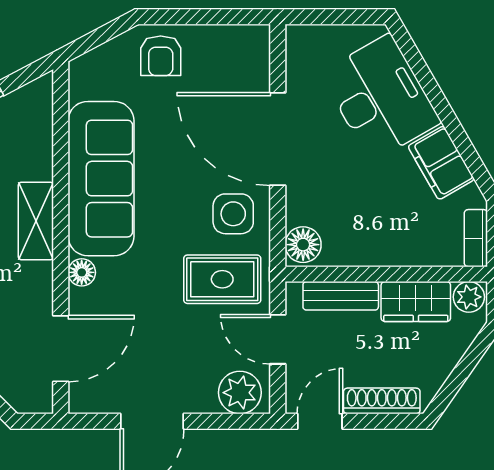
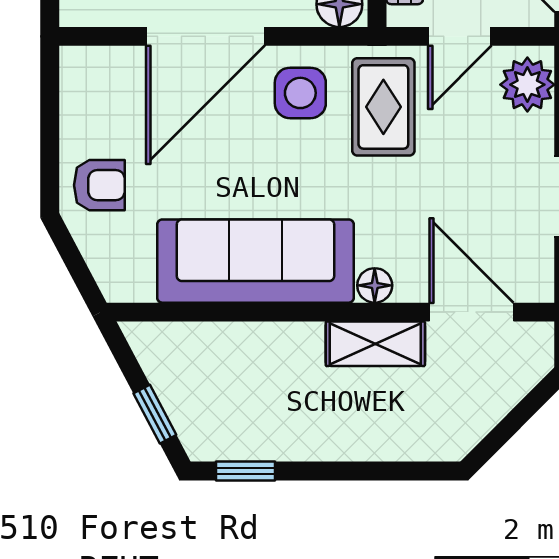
shelving: (36, 221) -> (375, 344), moved

